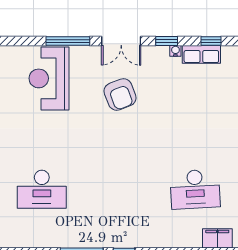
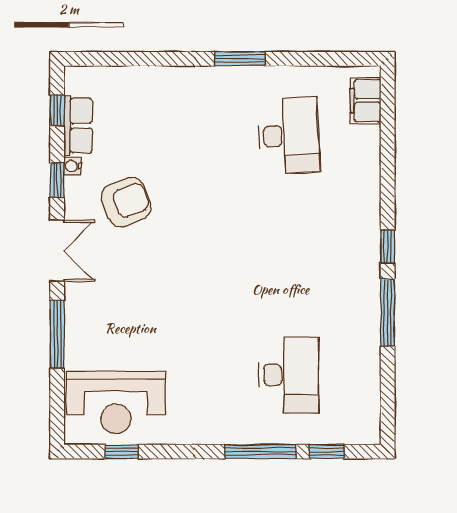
reception desk: (49, 78) -> (116, 403), moved
armchair: (120, 94) -> (126, 202), moved

